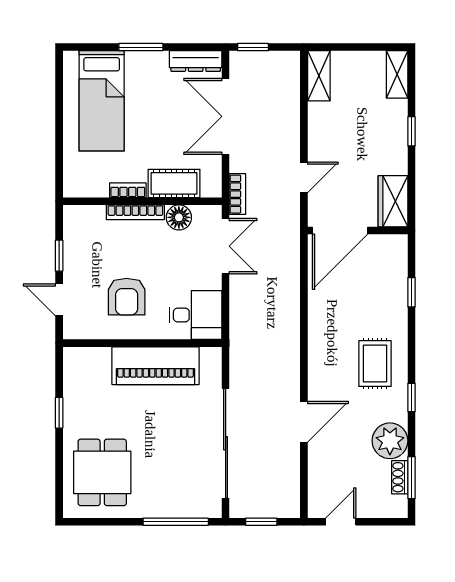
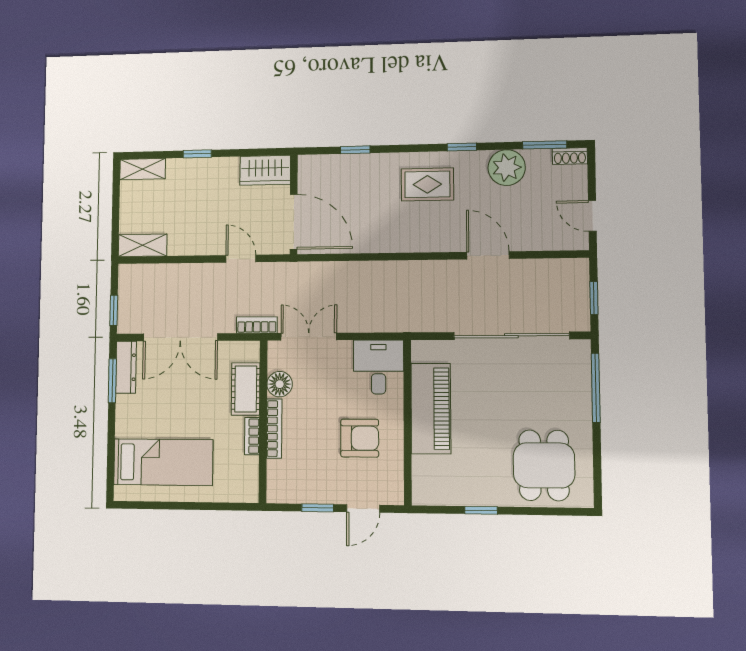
window: (141, 47) -> (112, 381), moved
dining table: (102, 472) -> (544, 465), turned 90
shoe rack: (400, 477) -> (570, 156), moved

